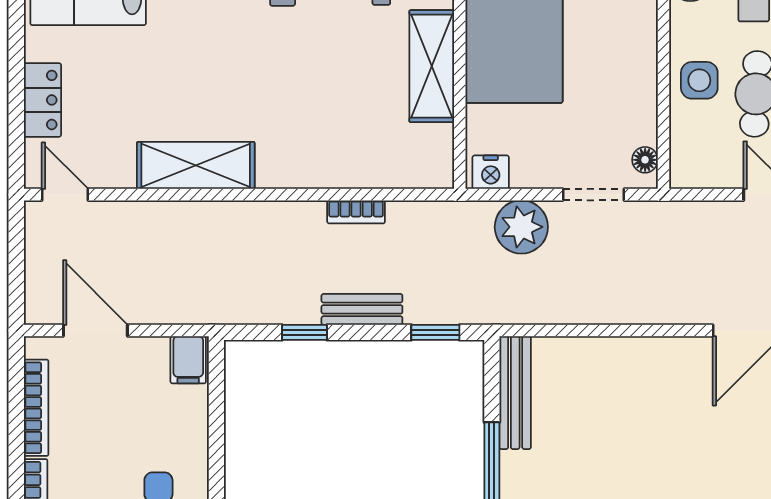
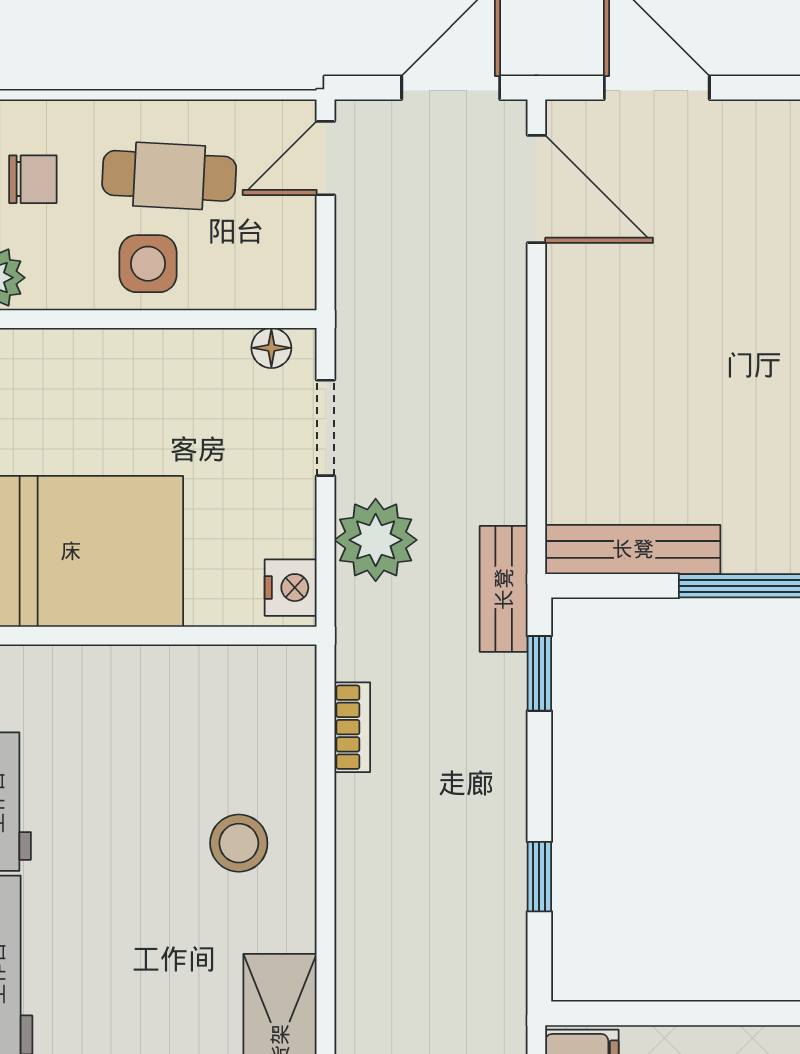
shelving: (432, 66) -> (126, 679), removed
stool: (326, 139) -> (239, 843), added
bookcase: (356, 212) -> (352, 727), moved
bench: (362, 309) -> (504, 589), moved

